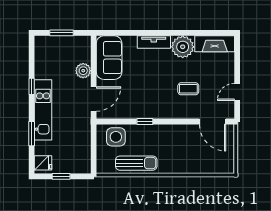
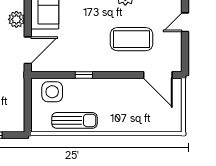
coffee table: (188, 89) -> (131, 39), width x1.86, depth x1.72
door: (237, 92) -> (185, 22), moved

